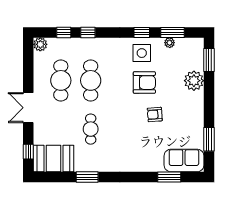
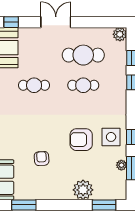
cafe table: (91, 80) -> (83, 85), width x0.73, depth x0.74
armchair: (144, 83) -> (81, 140), turned 90
armchair: (155, 114) -> (42, 159), moved

